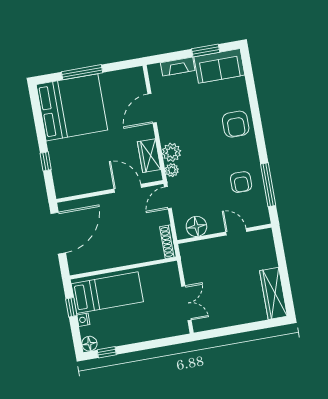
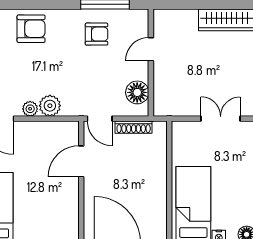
wardrobe: (149, 156) -> (49, 131), removed
plant: (172, 170) -> (30, 109), moved
shoe rack: (168, 242) -> (134, 127), moved

